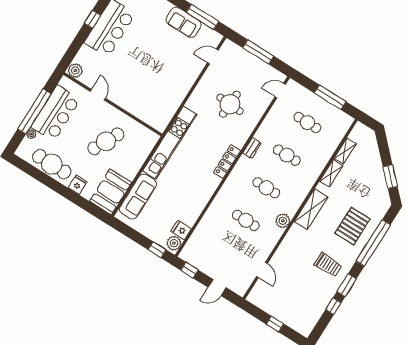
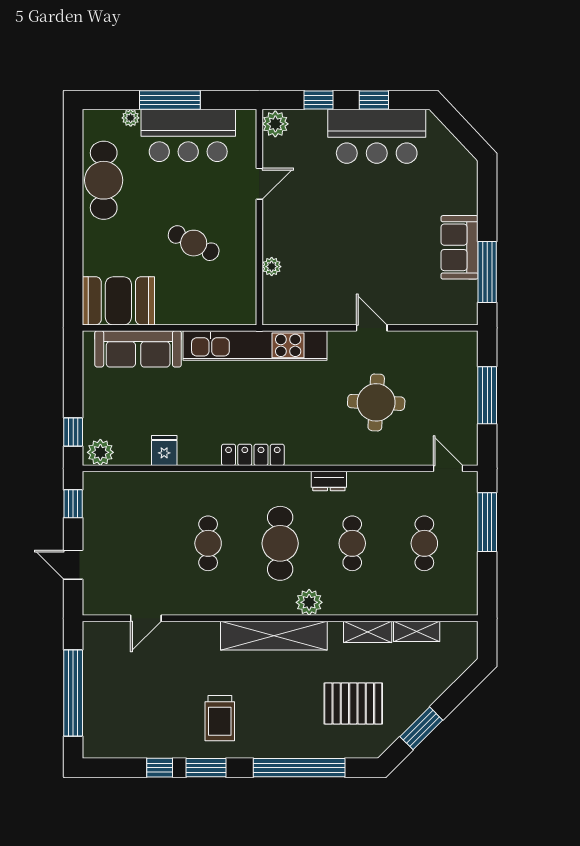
window: (77, 44) -> (318, 100), added
door: (213, 57) -> (372, 328), moved
window: (330, 97) -> (487, 522), moved
window: (34, 111) -> (170, 100), width x0.68
plant: (139, 113) -> (272, 267), added
cafe table: (106, 141) -> (194, 243), width x0.73, depth x0.74
locker: (227, 162) -> (253, 455), moved
fridge: (78, 185) -> (97, 242), removed
cafe table: (266, 188) -> (280, 543), width x1.37, depth x1.35
shelving: (311, 209) -> (274, 636), width x1.47
plant: (283, 221) -> (309, 602), moved
pallet: (353, 226) -> (353, 703), moved
fridge: (181, 230) -> (164, 451), moved
window: (275, 324) -> (73, 693), width x3.17

